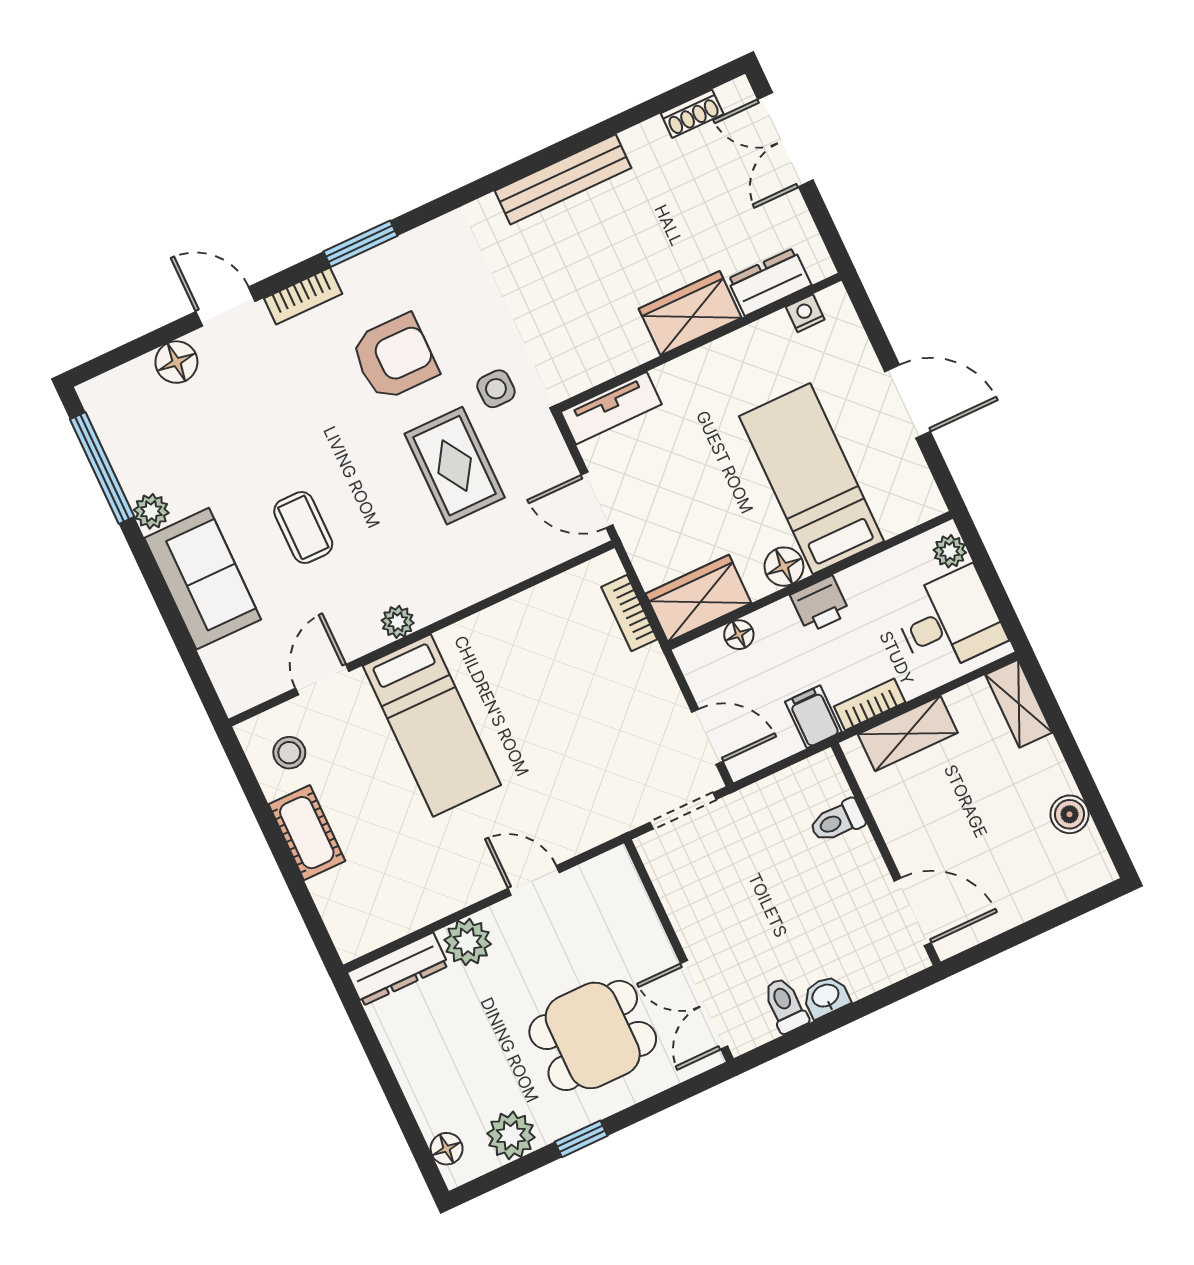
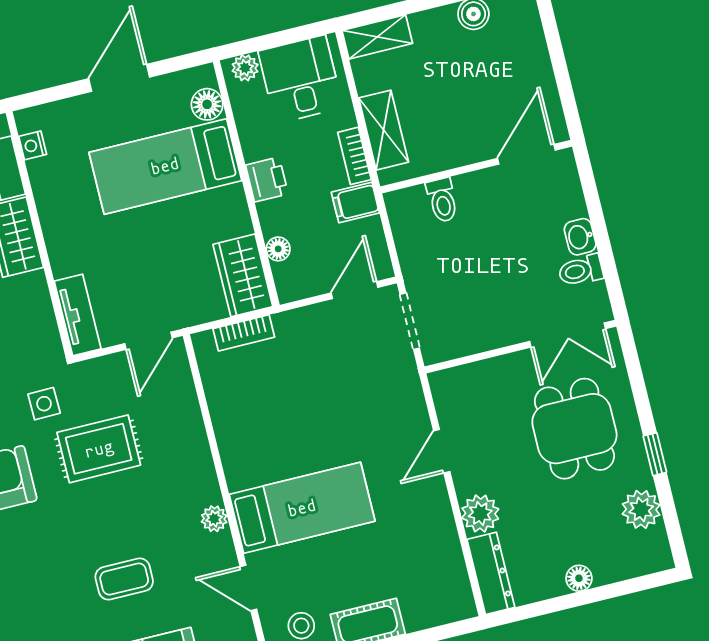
floor lamp: (784, 567) -> (207, 104), moved
floor lamp: (447, 1149) -> (579, 578), moved

